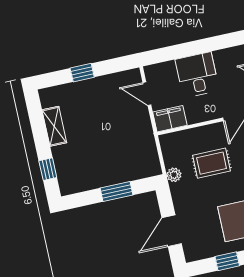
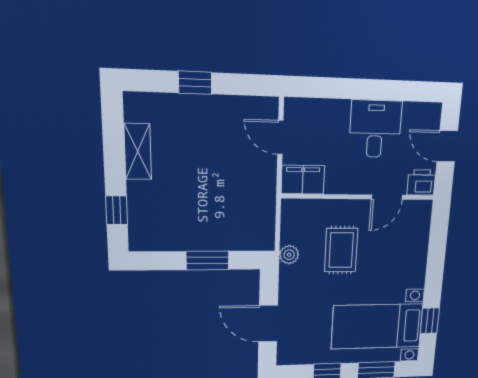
desk: (197, 75) -> (375, 129), moved
rug: (212, 163) -> (341, 250), turned 90
door: (172, 231) -> (268, 324), hinge flipped

